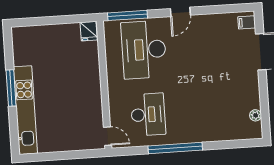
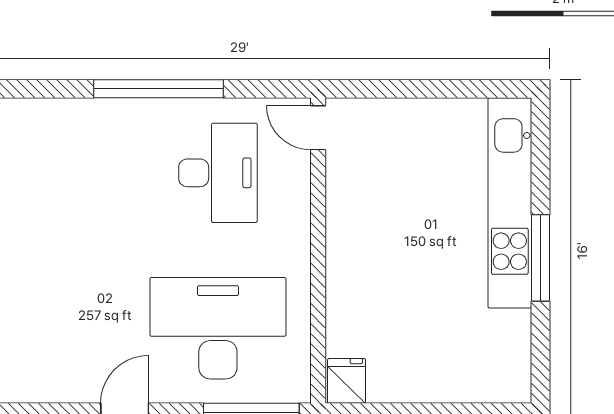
desk: (144, 50) -> (218, 328), turned -90
desk: (148, 115) -> (218, 173), turned 180

